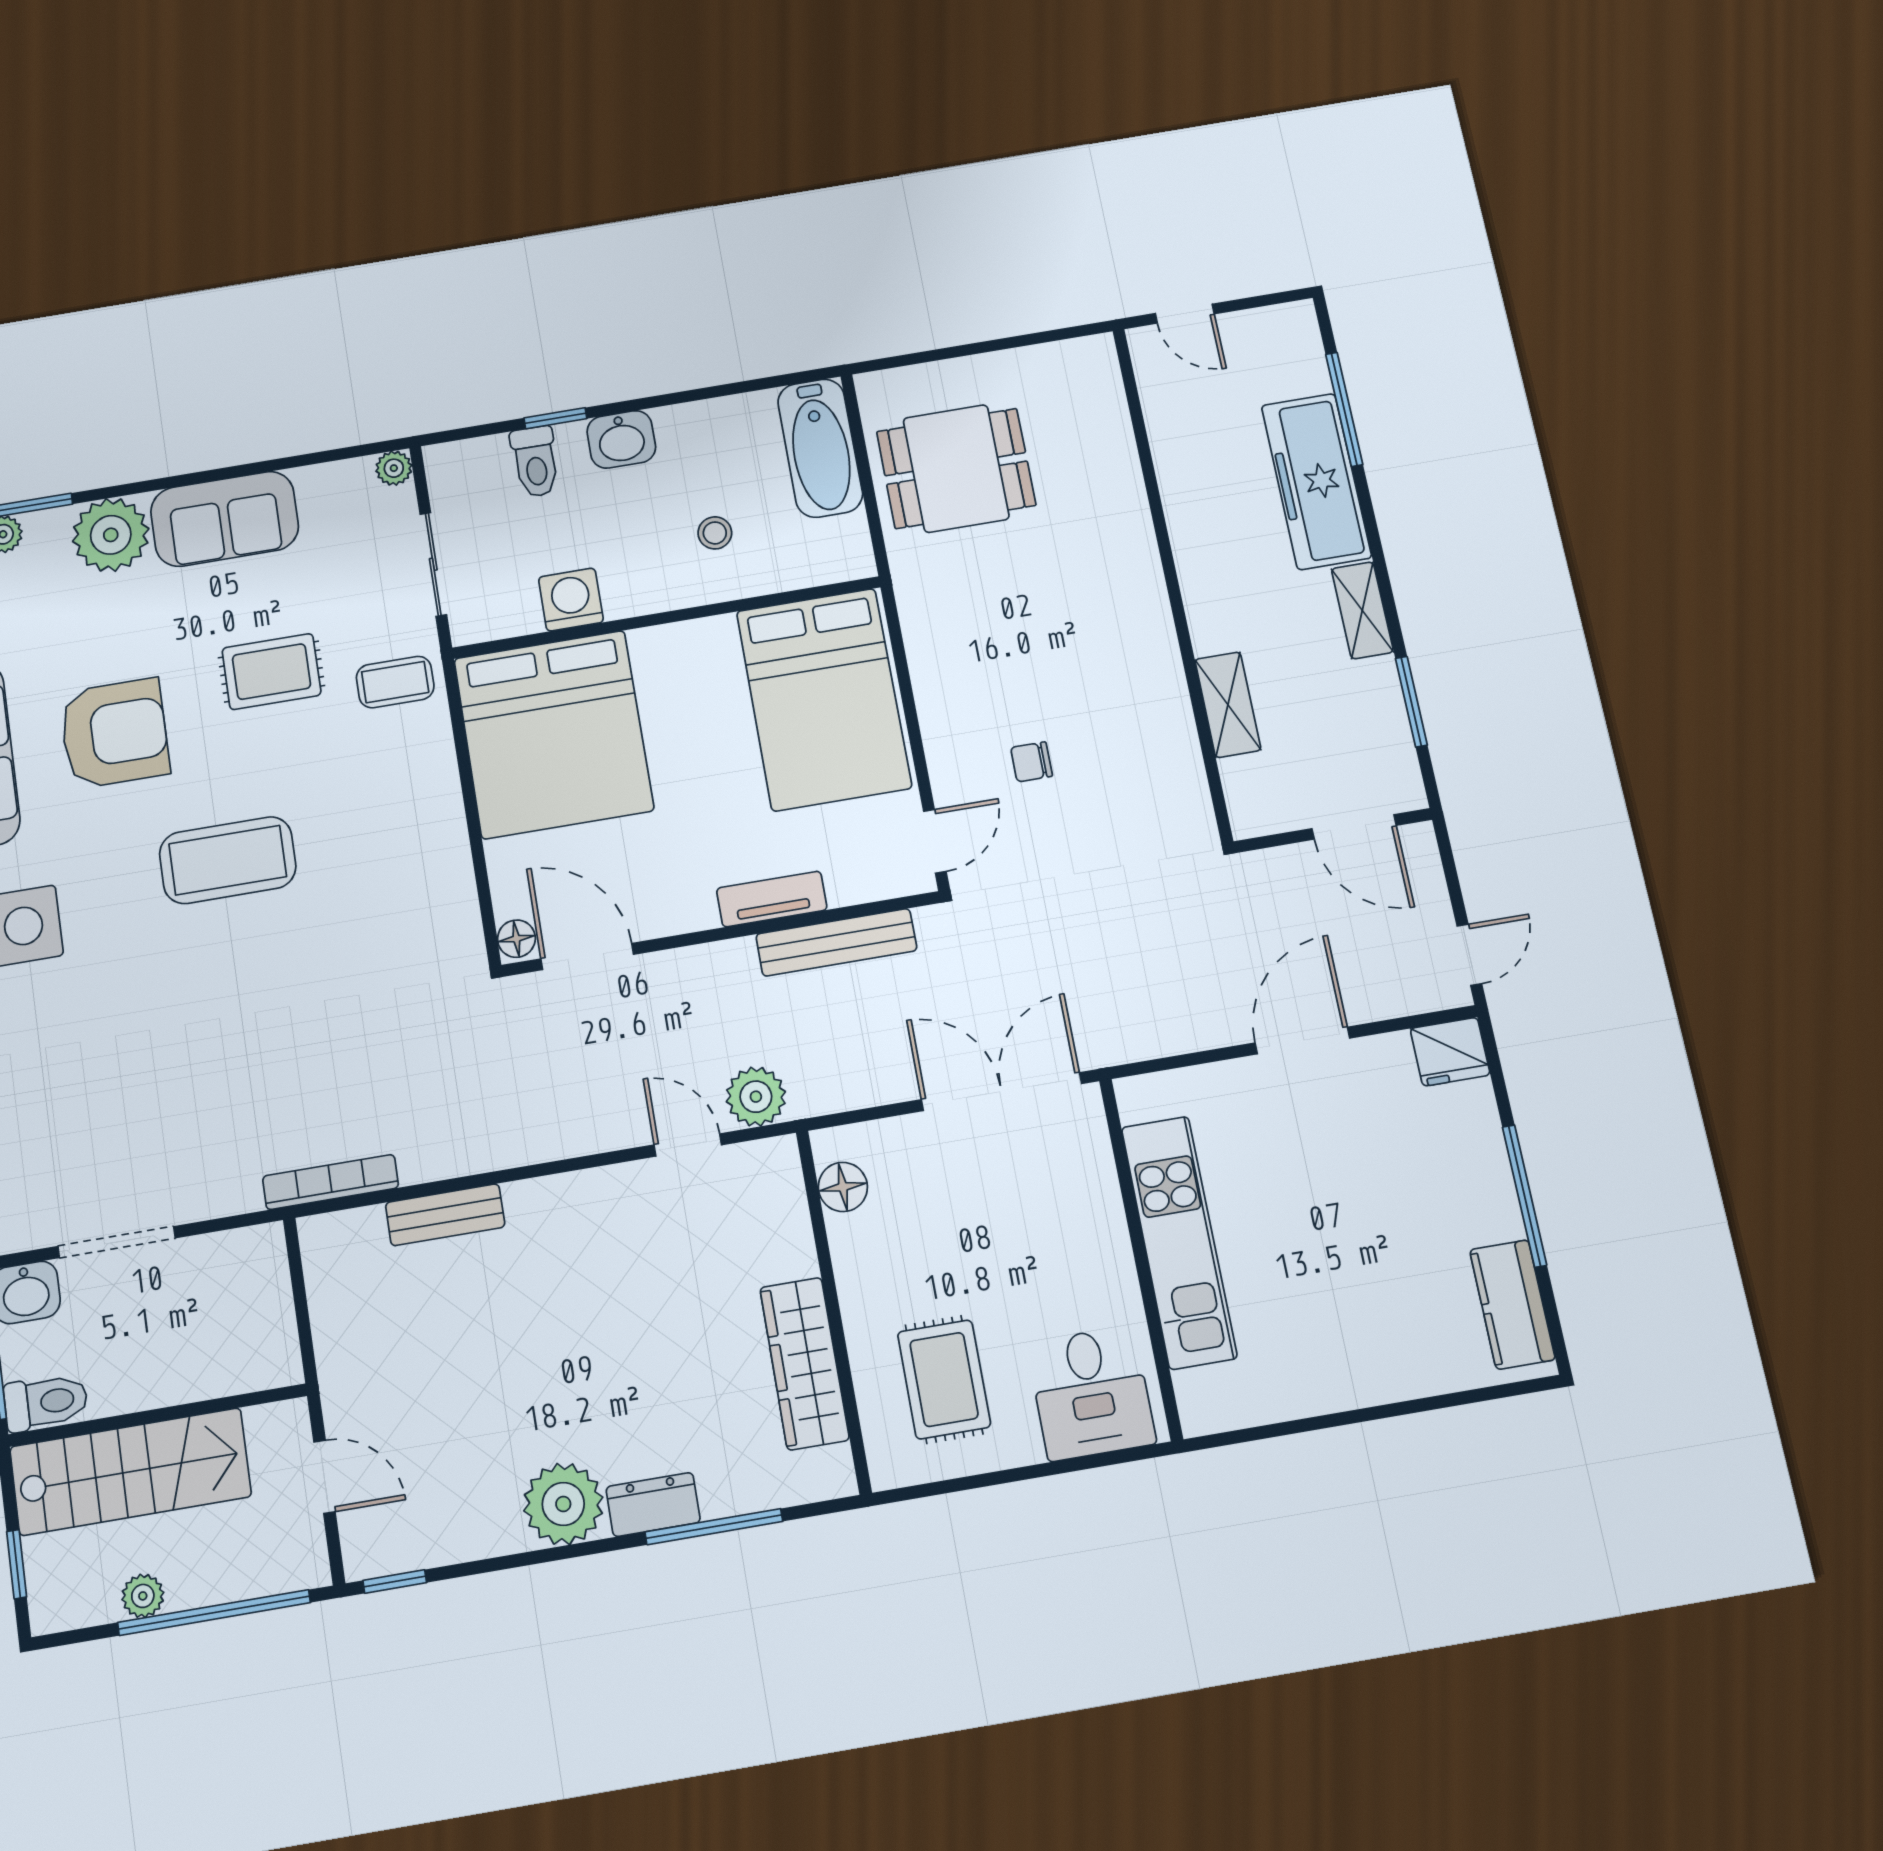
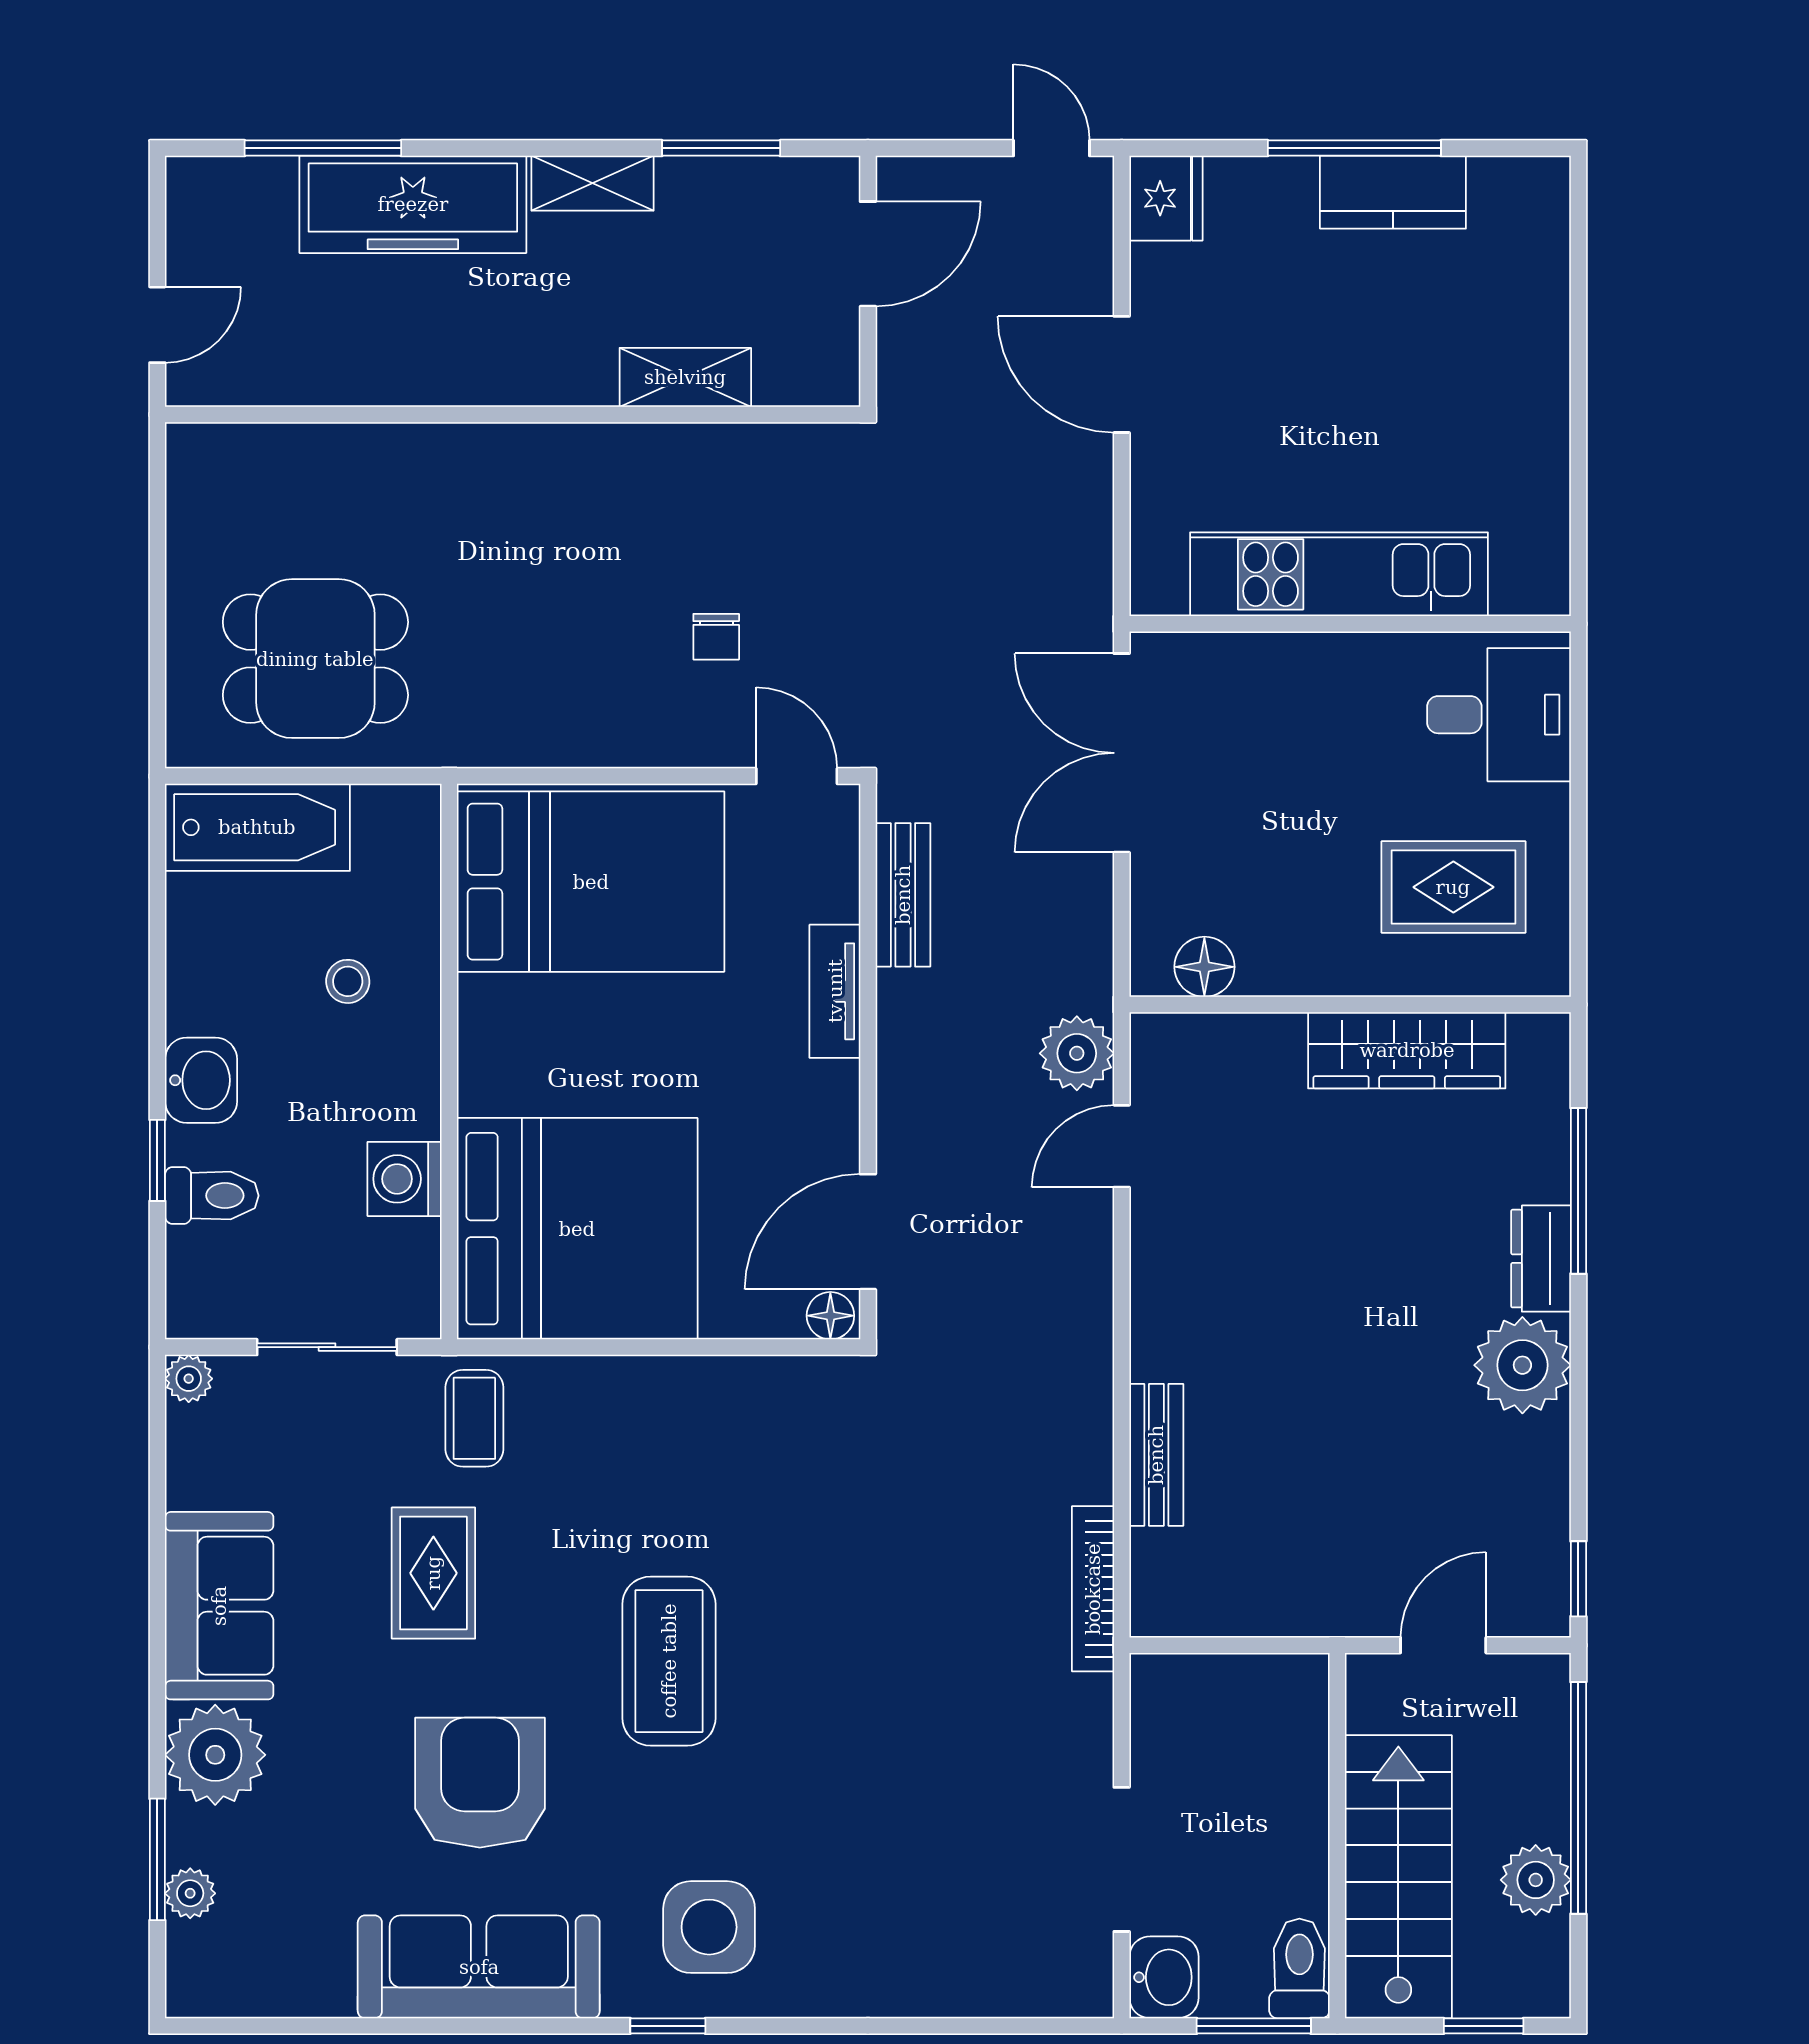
dining table: (956, 468) -> (315, 659), turned 90
bench: (836, 942) -> (903, 895), width x0.73
kitchen counter: (1512, 1304) -> (1393, 192), moved
plant: (143, 1596) -> (1536, 1880), width x1.38, depth x1.38

